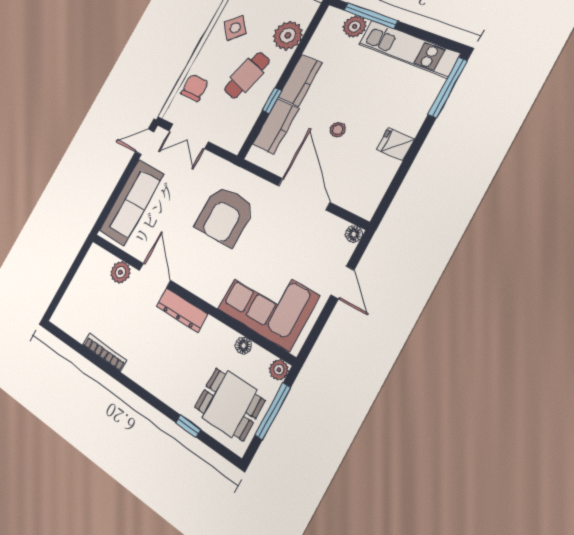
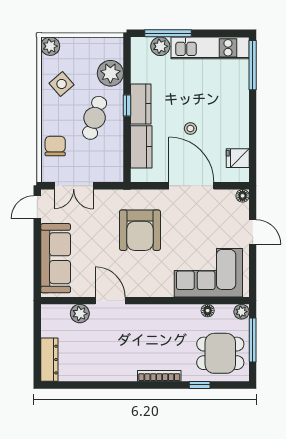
window: (272, 101) -> (127, 106), moved
fridge: (395, 144) -> (238, 158), moved
dresser: (182, 310) -> (49, 360), moved, turned -90
bookcase: (105, 352) -> (159, 376), moved

